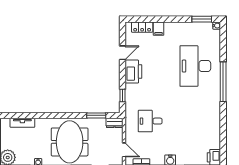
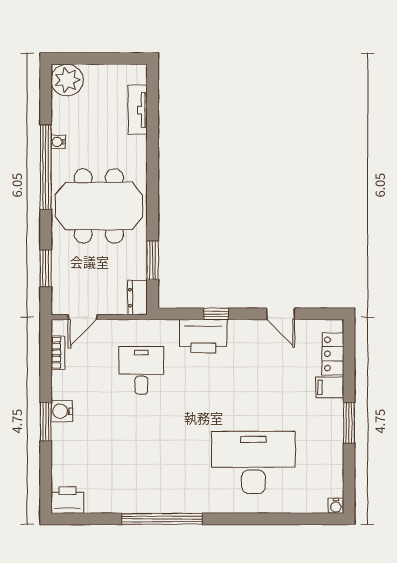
window: (202, 19) -> (349, 423), moved
printer: (133, 72) -> (203, 336), moved
window: (223, 82) -> (162, 519), moved
window: (122, 96) -> (216, 314), moved

